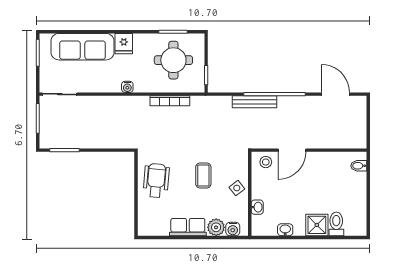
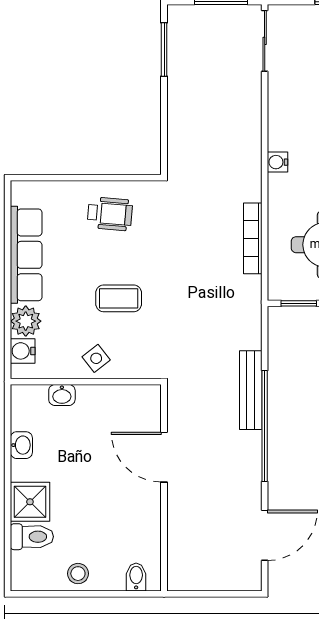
stool: (266, 162) -> (78, 574), moved
wheelchair: (156, 180) -> (110, 214), width x0.73, depth x0.73
row of seats: (188, 227) -> (26, 255), width x1.48

